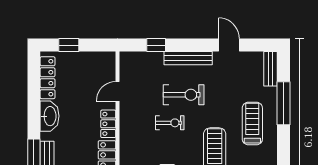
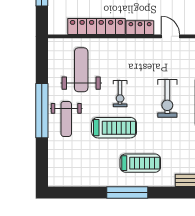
window: (284, 103) -> (127, 192), moved
exercise bike: (170, 123) -> (120, 94), moved

